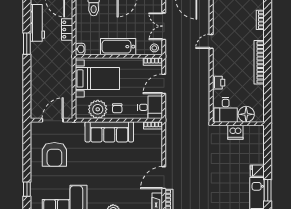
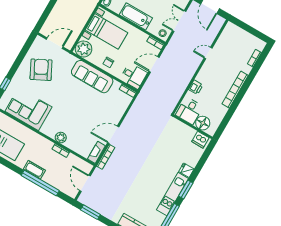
plant: (98, 109) -> (84, 49), moved
dishwasher: (235, 132) -> (200, 140), moved
armchair: (54, 154) -> (41, 70), turned 153

